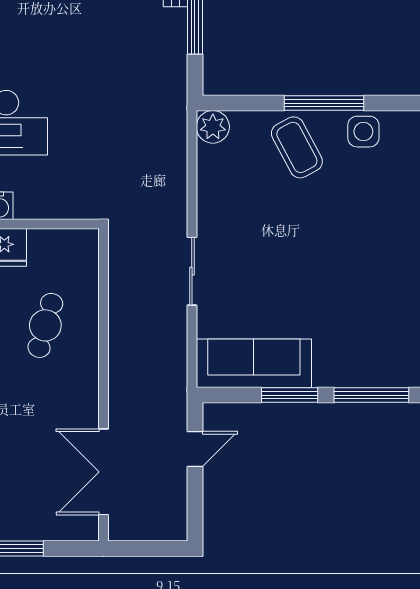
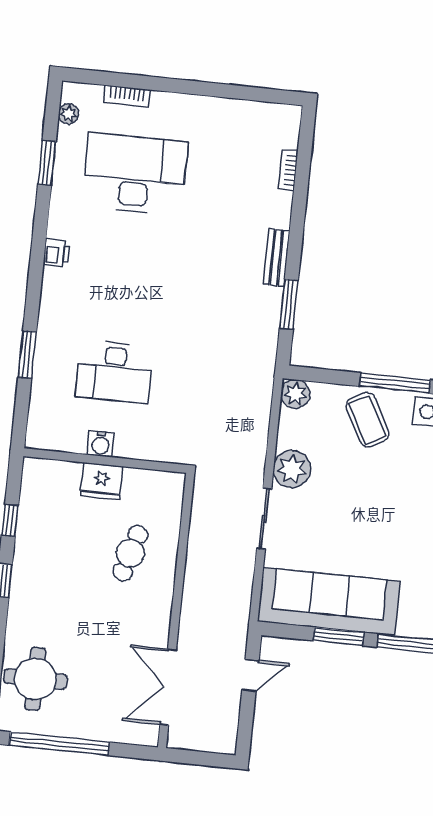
plant: (218, 212) -> (292, 469), added
sofa: (254, 363) -> (329, 601), width x1.36, depth x1.27

